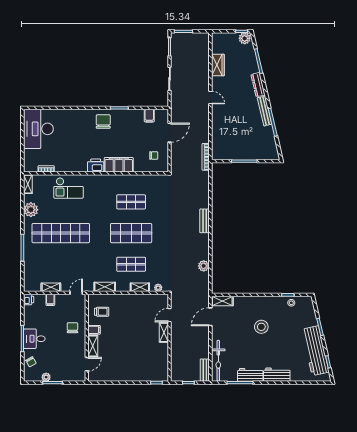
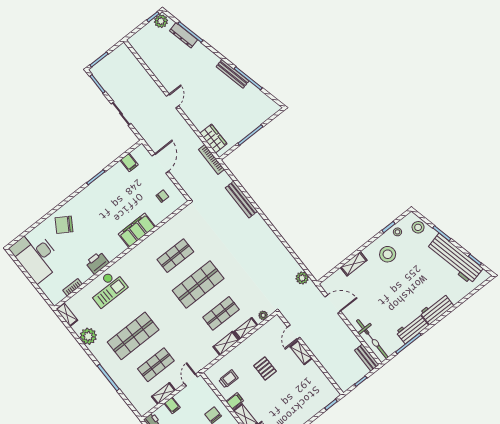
wardrobe: (218, 65) -> (213, 139), moved
dresser: (258, 85) -> (183, 35), moved
door: (210, 98) -> (172, 101), hinge flipped
chair: (103, 122) -> (64, 225), moved, turned -58
printer: (96, 165) -> (97, 263), moved
bench: (205, 221) -> (241, 199), moved, width x1.36
shop shelf: (61, 233) -> (133, 336), width x0.71
shop shelf: (61, 264) -> (156, 365), added
plant: (204, 266) -> (302, 278), moved
shelving: (105, 287) -> (226, 343), moved
shelving: (222, 301) -> (354, 264), moved
stool: (307, 311) -> (418, 227), added
door: (210, 317) -> (333, 304), swing flipped
pallet: (131, 324) -> (265, 368), added
stool: (261, 327) -> (388, 254), moved

